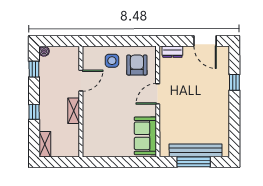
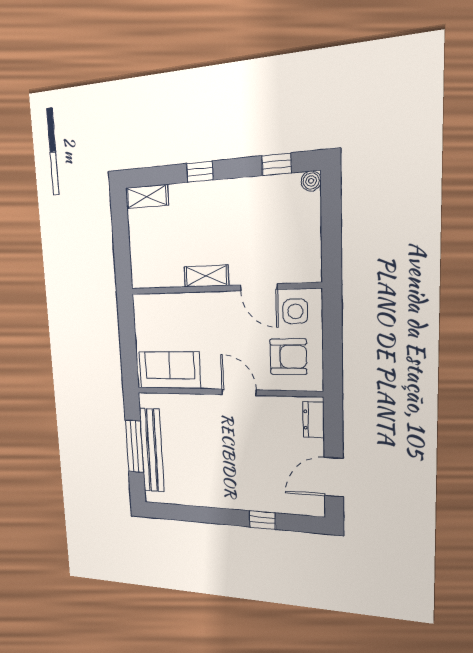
door: (81, 81) -> (259, 287), moved
wall: (81, 102) -> (222, 288), moved
shelving: (74, 111) -> (206, 276), moved

